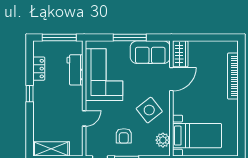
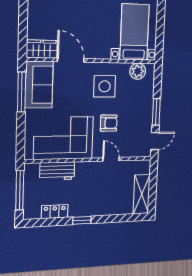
window: (130, 38) -> (22, 92), moved
side table: (149, 110) -> (105, 86), turned 38
armchair: (124, 136) -> (109, 123), moved

